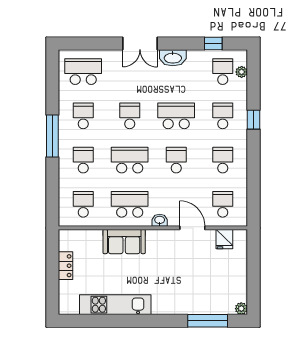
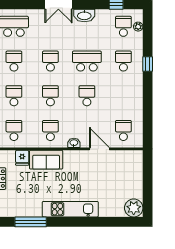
school desk: (130, 160) -> (50, 96), width x0.54
school desk: (223, 160) -> (123, 96), removed
school desk: (130, 204) -> (50, 130), width x0.54
fridge: (224, 239) -> (22, 158), moved
kitchen unit: (115, 305) -> (70, 209), moved
plant: (241, 309) -> (134, 208), width x1.88, depth x1.88
window: (208, 321) -> (31, 222), moved

